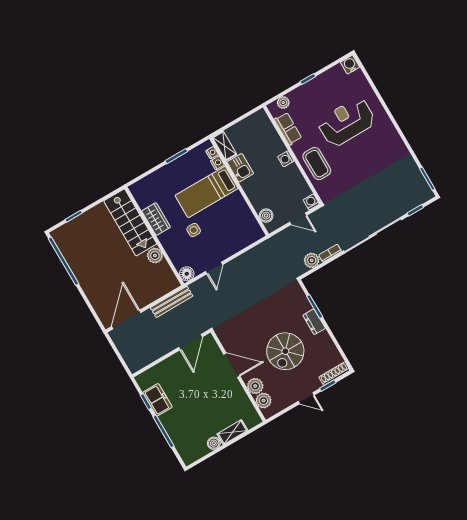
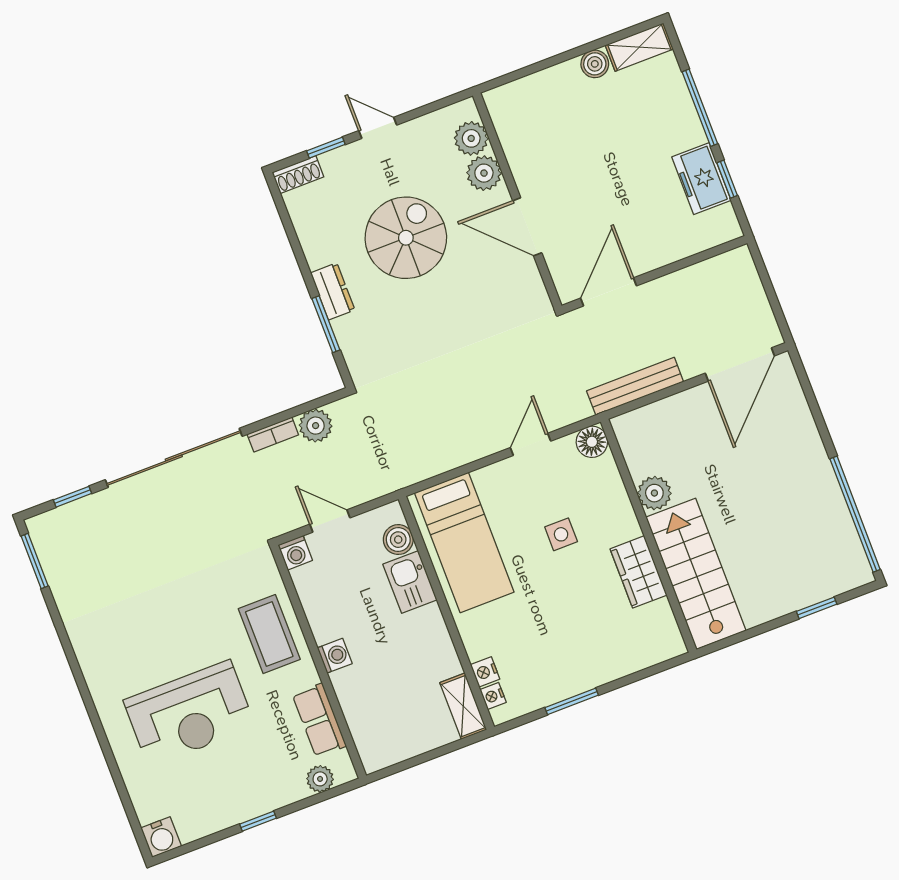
kitchen sink: (240, 168) -> (410, 582), moved
bed: (207, 192) -> (464, 543), moved, turned 90
shoe rack: (334, 374) -> (298, 175), width x0.70
shelving: (232, 432) -> (639, 47), moved

